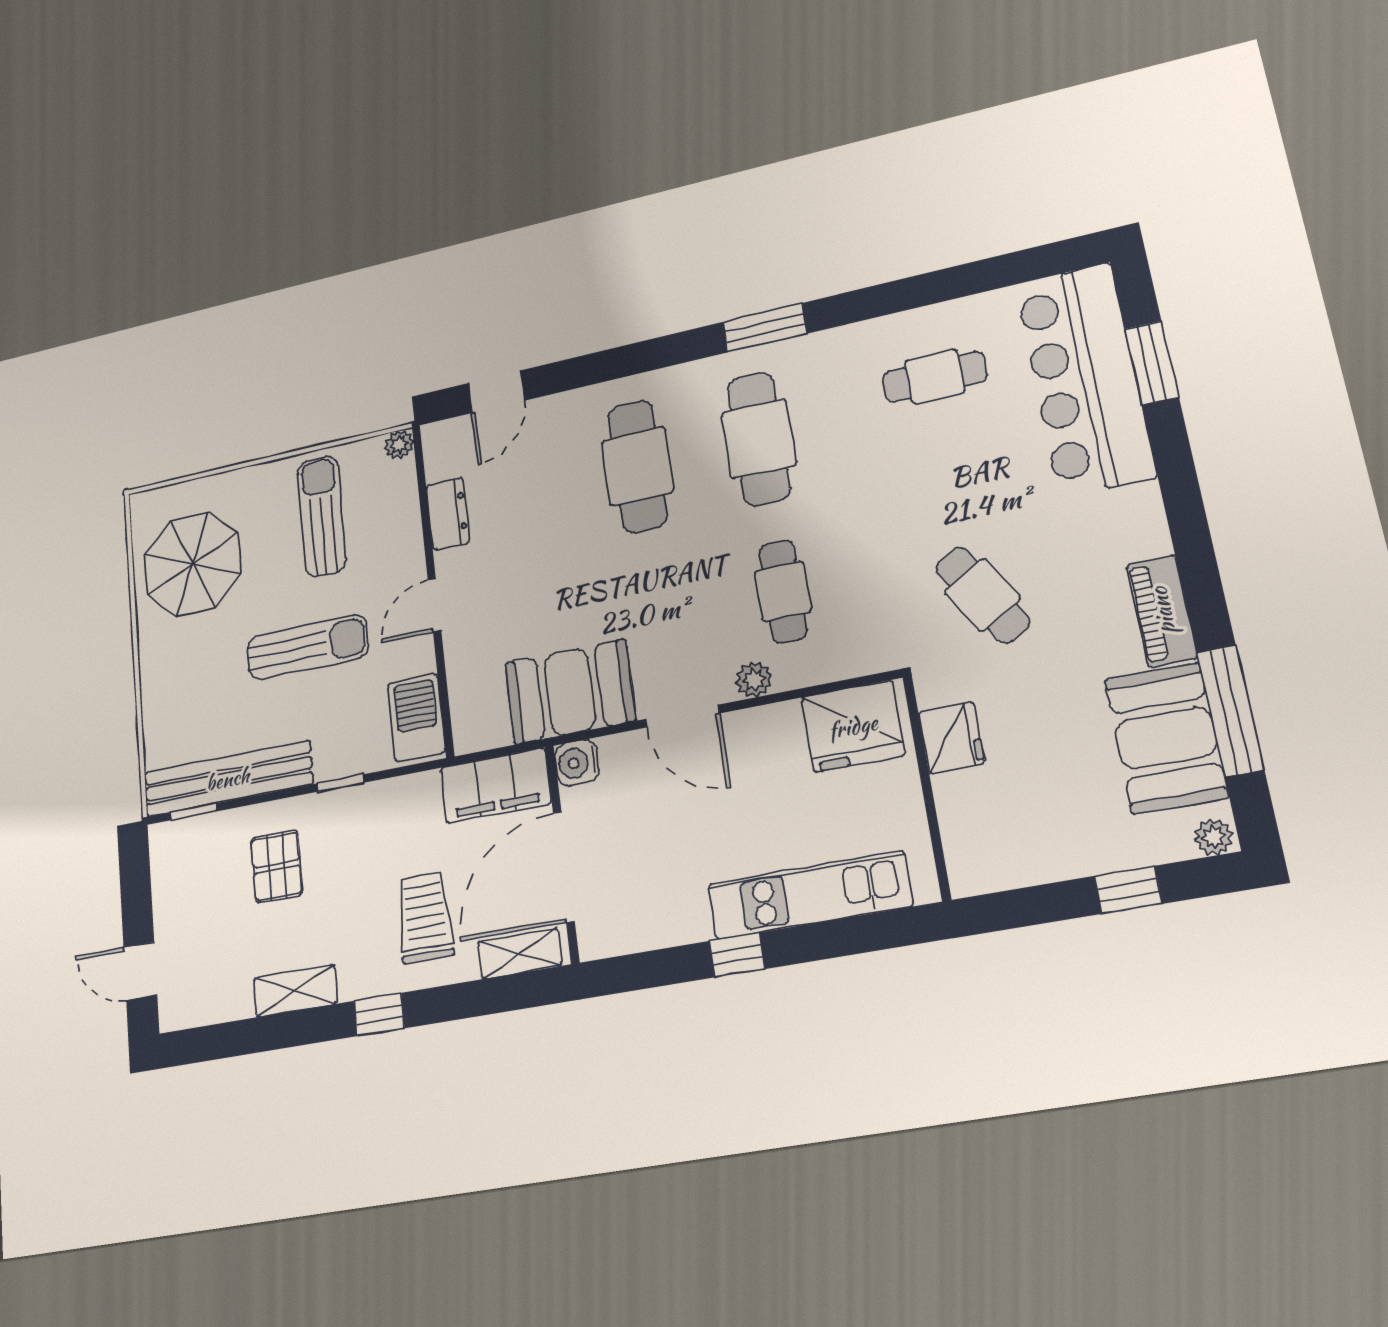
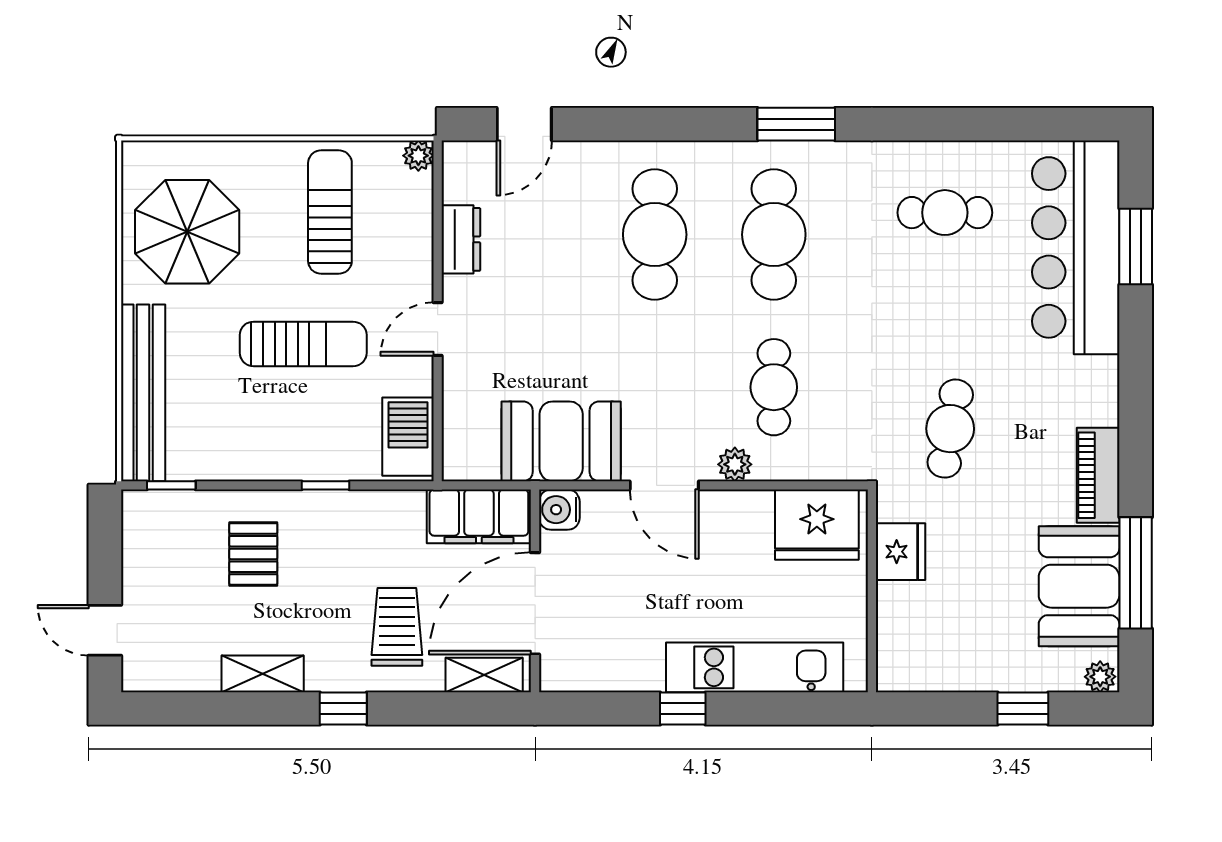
cafe table: (983, 595) -> (950, 429), turned 40
bench: (228, 779) -> (143, 393), moved, turned 90

